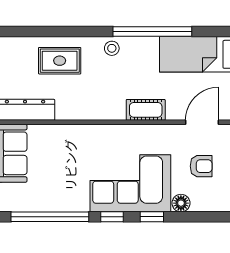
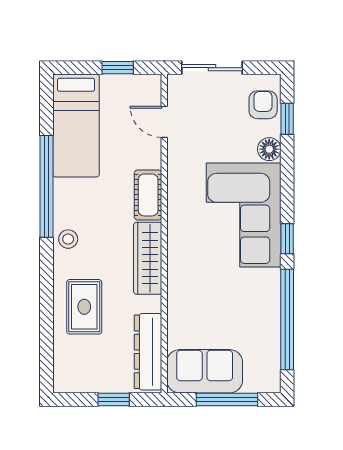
wardrobe: (97, 110) -> (148, 258), added
door: (202, 122) -> (164, 122), width x0.73
armchair: (201, 166) -> (263, 105), moved
window: (152, 217) -> (287, 119), moved

